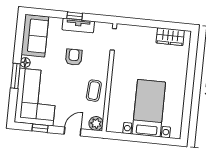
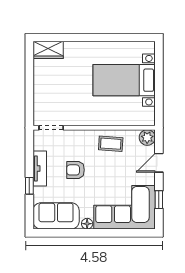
window: (75, 16) -> (29, 186), moved
wardrobe: (170, 37) -> (48, 50), moved, turned 90
window: (16, 76) -> (103, 233), removed
door: (73, 131) -> (159, 163), hinge flipped

